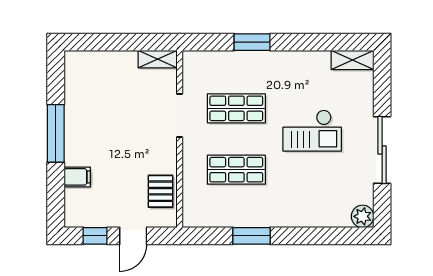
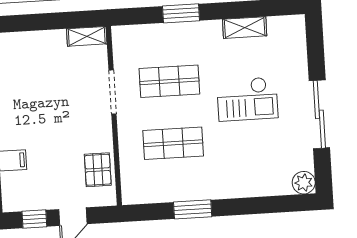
shelving: (353, 60) -> (245, 28), moved

